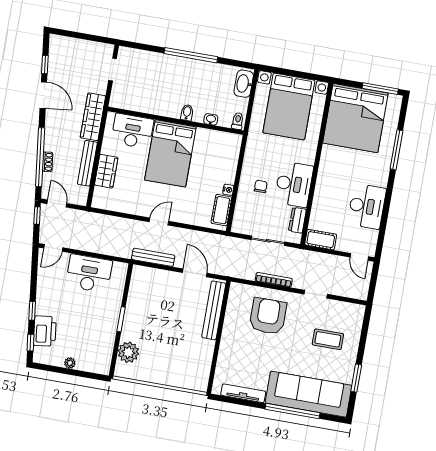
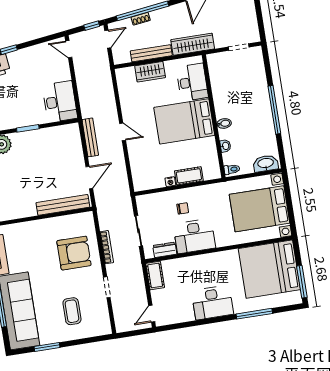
desk: (367, 206) -> (212, 303), moved
cot: (221, 210) -> (189, 176), moved
desk: (89, 273) -> (60, 102), moved

